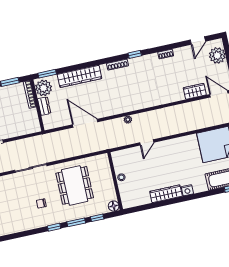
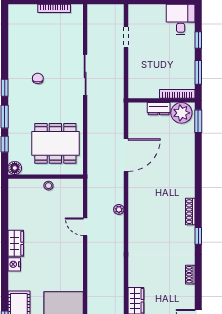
wardrobe: (80, 76) -> (186, 161), removed
dining table: (75, 185) -> (55, 143), moved
wardrobe: (166, 194) -> (16, 243), width x0.67

